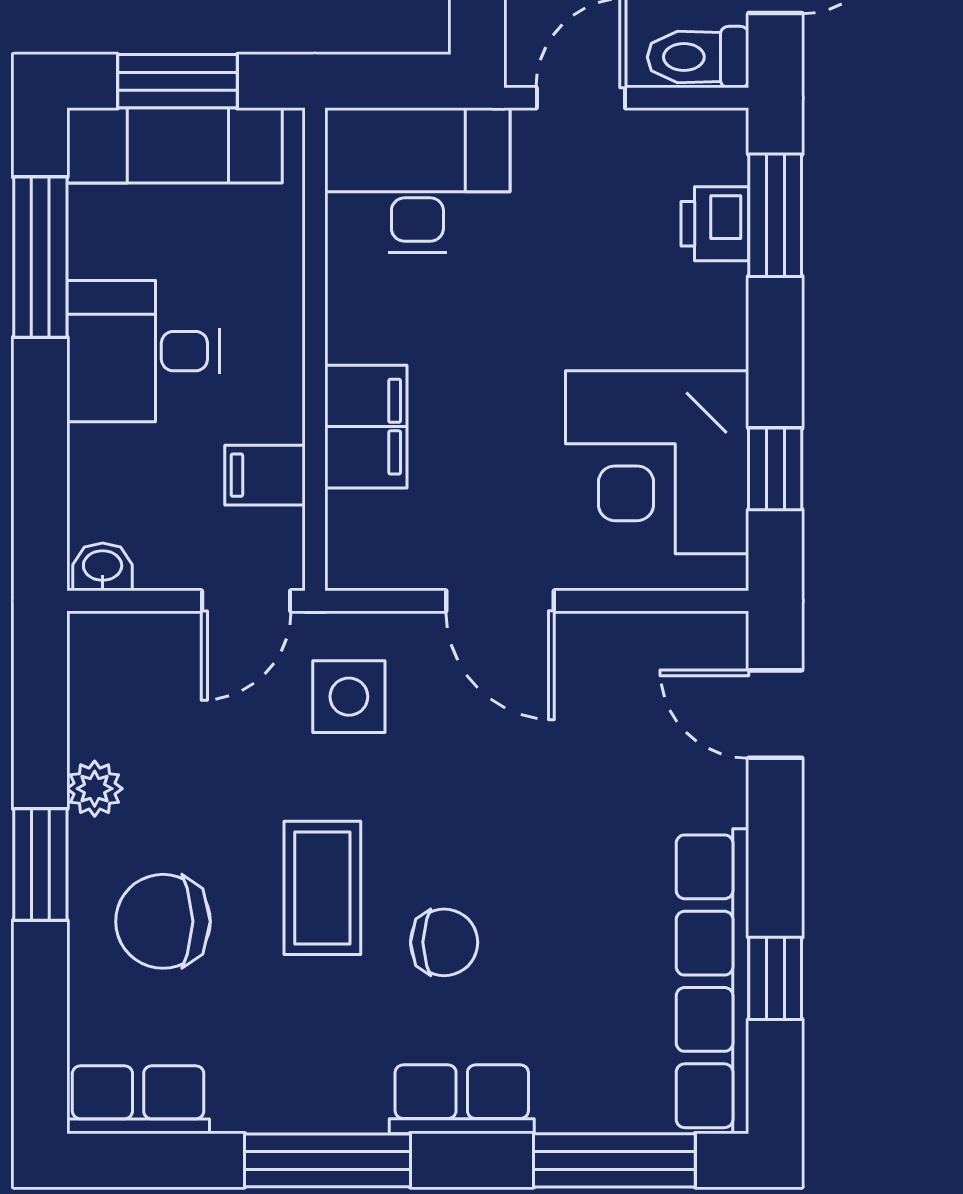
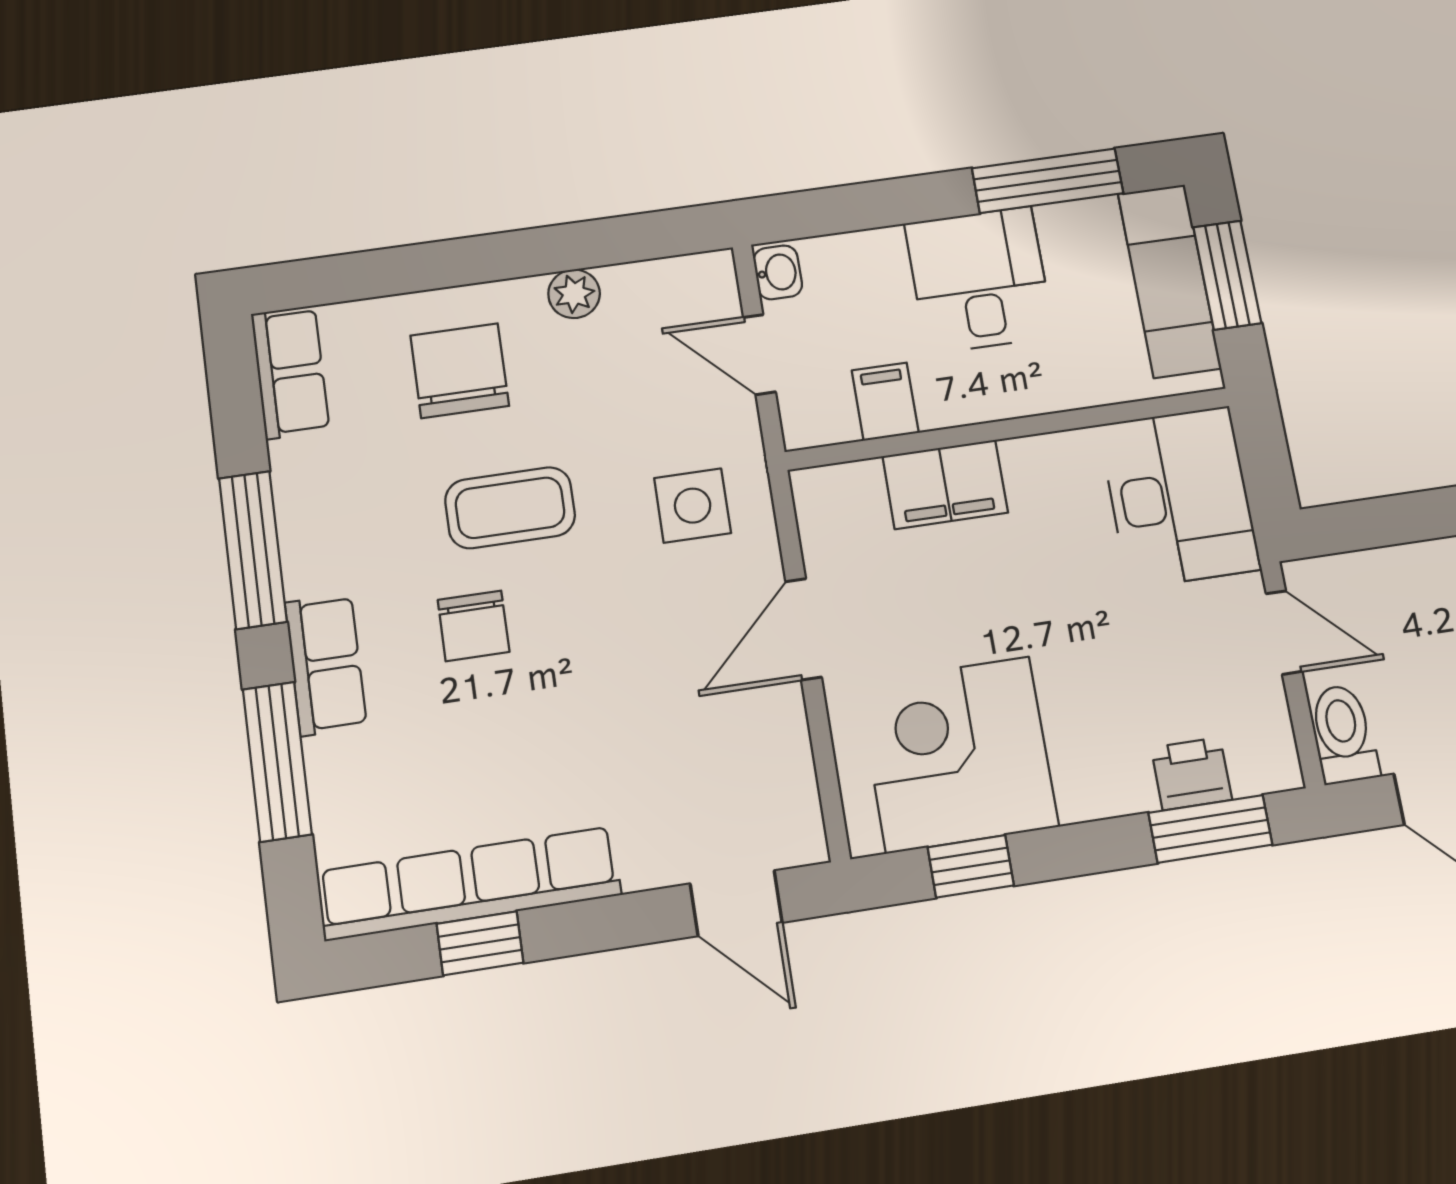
door: (246, 601) -> (759, 355), moved
door: (775, 714) -> (736, 903), swing flipped
window: (40, 864) -> (498, 257), removed
window: (614, 1160) -> (277, 762), moved

